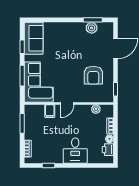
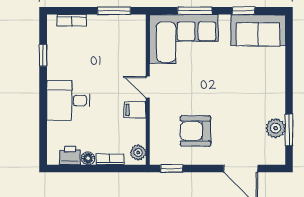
plant: (96, 109) -> (138, 153), moved
filing cabinet: (50, 111) -> (135, 110), moved

